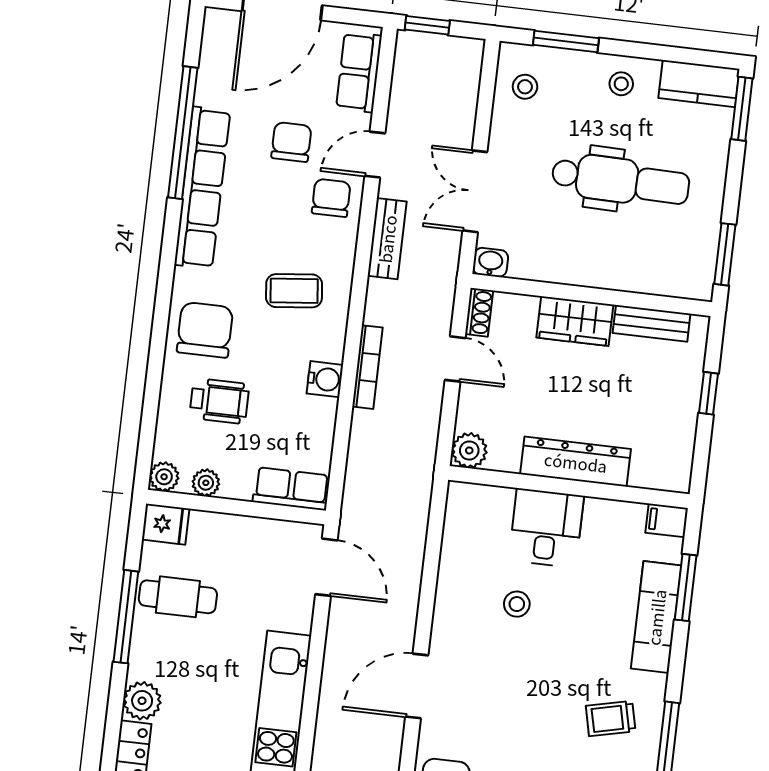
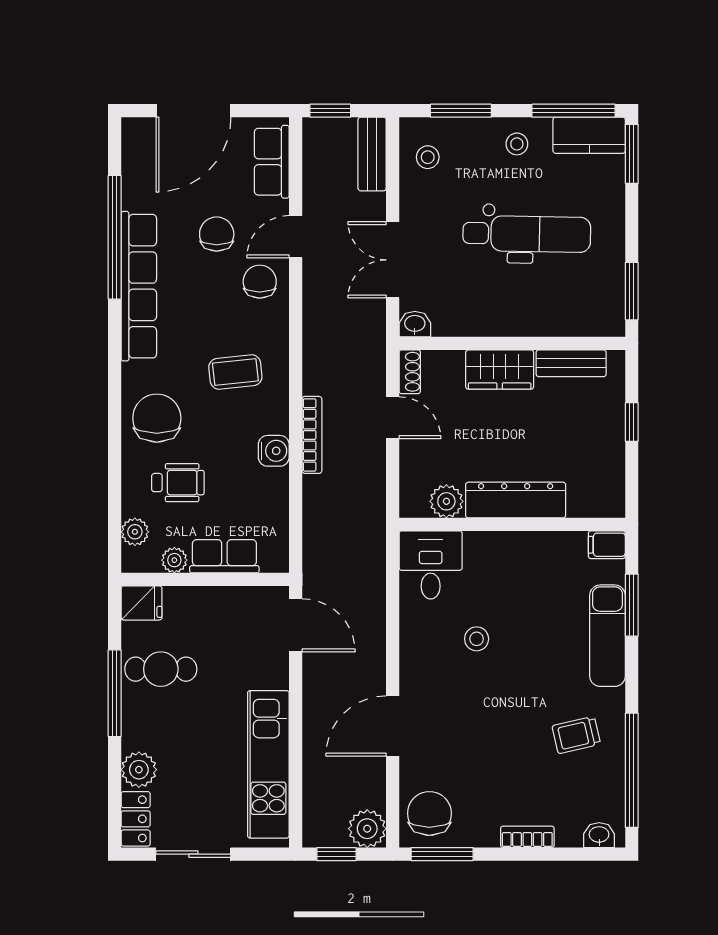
window: (686, 56) -> (574, 111), added
bench: (387, 239) -> (372, 154), moved
plant: (469, 450) -> (446, 501), moved
plant: (164, 477) -> (135, 532), moved
row of seats: (291, 489) -> (224, 556), moved
desk: (546, 528) -> (431, 565), moved

